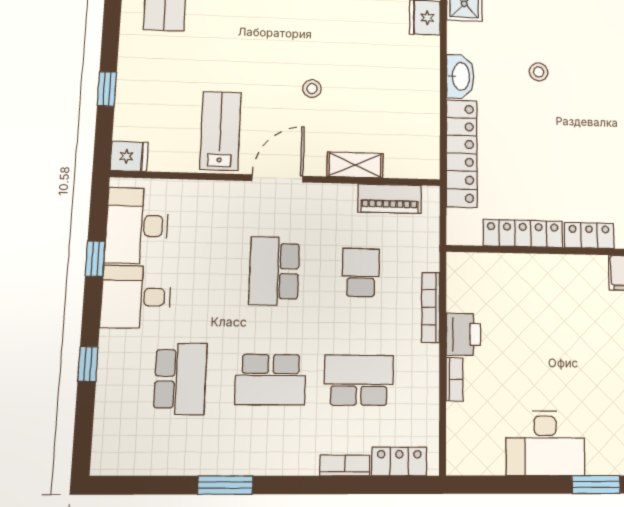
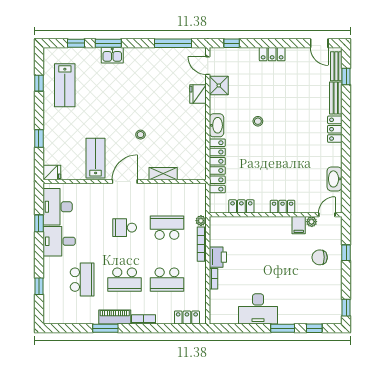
piano: (390, 199) -> (115, 317), moved, turned 180
locker: (523, 234) -> (241, 206), width x0.66
plant: (429, 260) -> (201, 221), added
school desk: (274, 271) -> (125, 228), width x0.54
school desk: (361, 272) -> (167, 228), width x1.85
window: (88, 364) -> (39, 286), moved
school desk: (359, 380) -> (167, 280), turned 180
bookcase: (345, 465) -> (143, 319), moved

